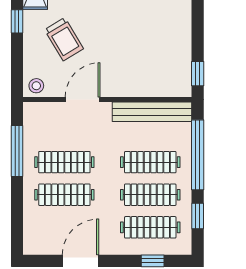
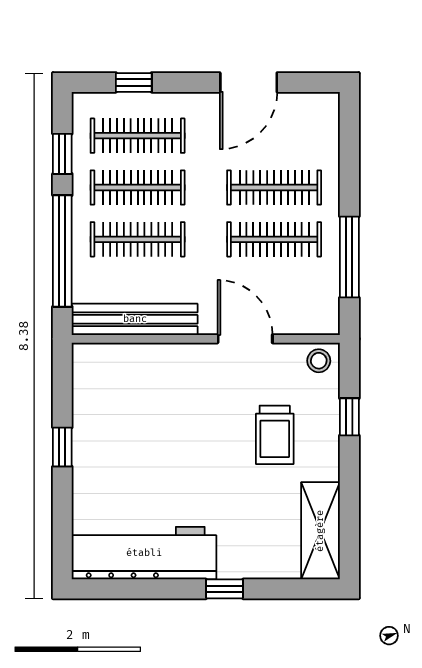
window: (17, 21) -> (349, 417), moved
trolley: (64, 39) -> (275, 435), turned -149
window: (198, 74) -> (62, 447), moved
door: (83, 100) -> (245, 339), swing flipped

